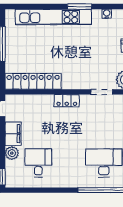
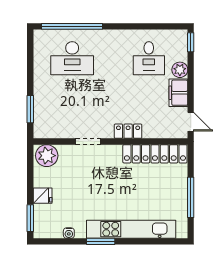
doorway: (102, 92) -> (88, 142), moved
locker: (67, 101) -> (128, 131), moved

